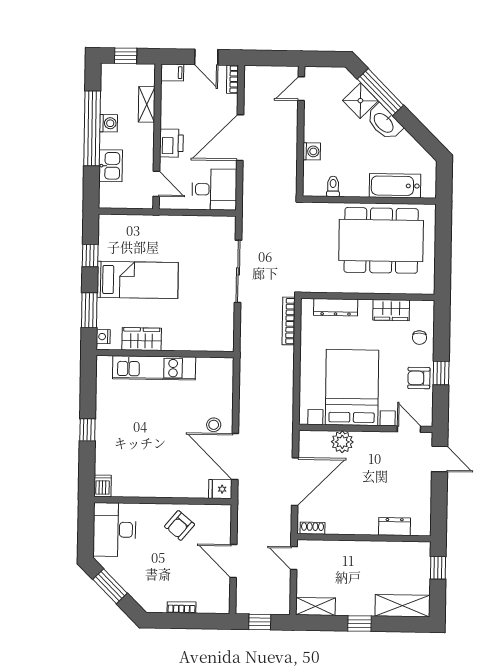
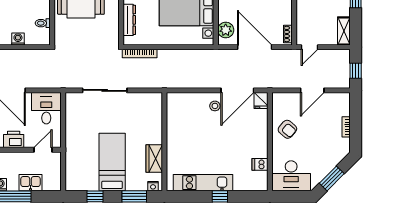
kitchen unit: (154, 368) -> (203, 183), moved, turned -90
plant: (342, 442) -> (226, 30), moved
dishwasher: (103, 486) -> (260, 164), moved

